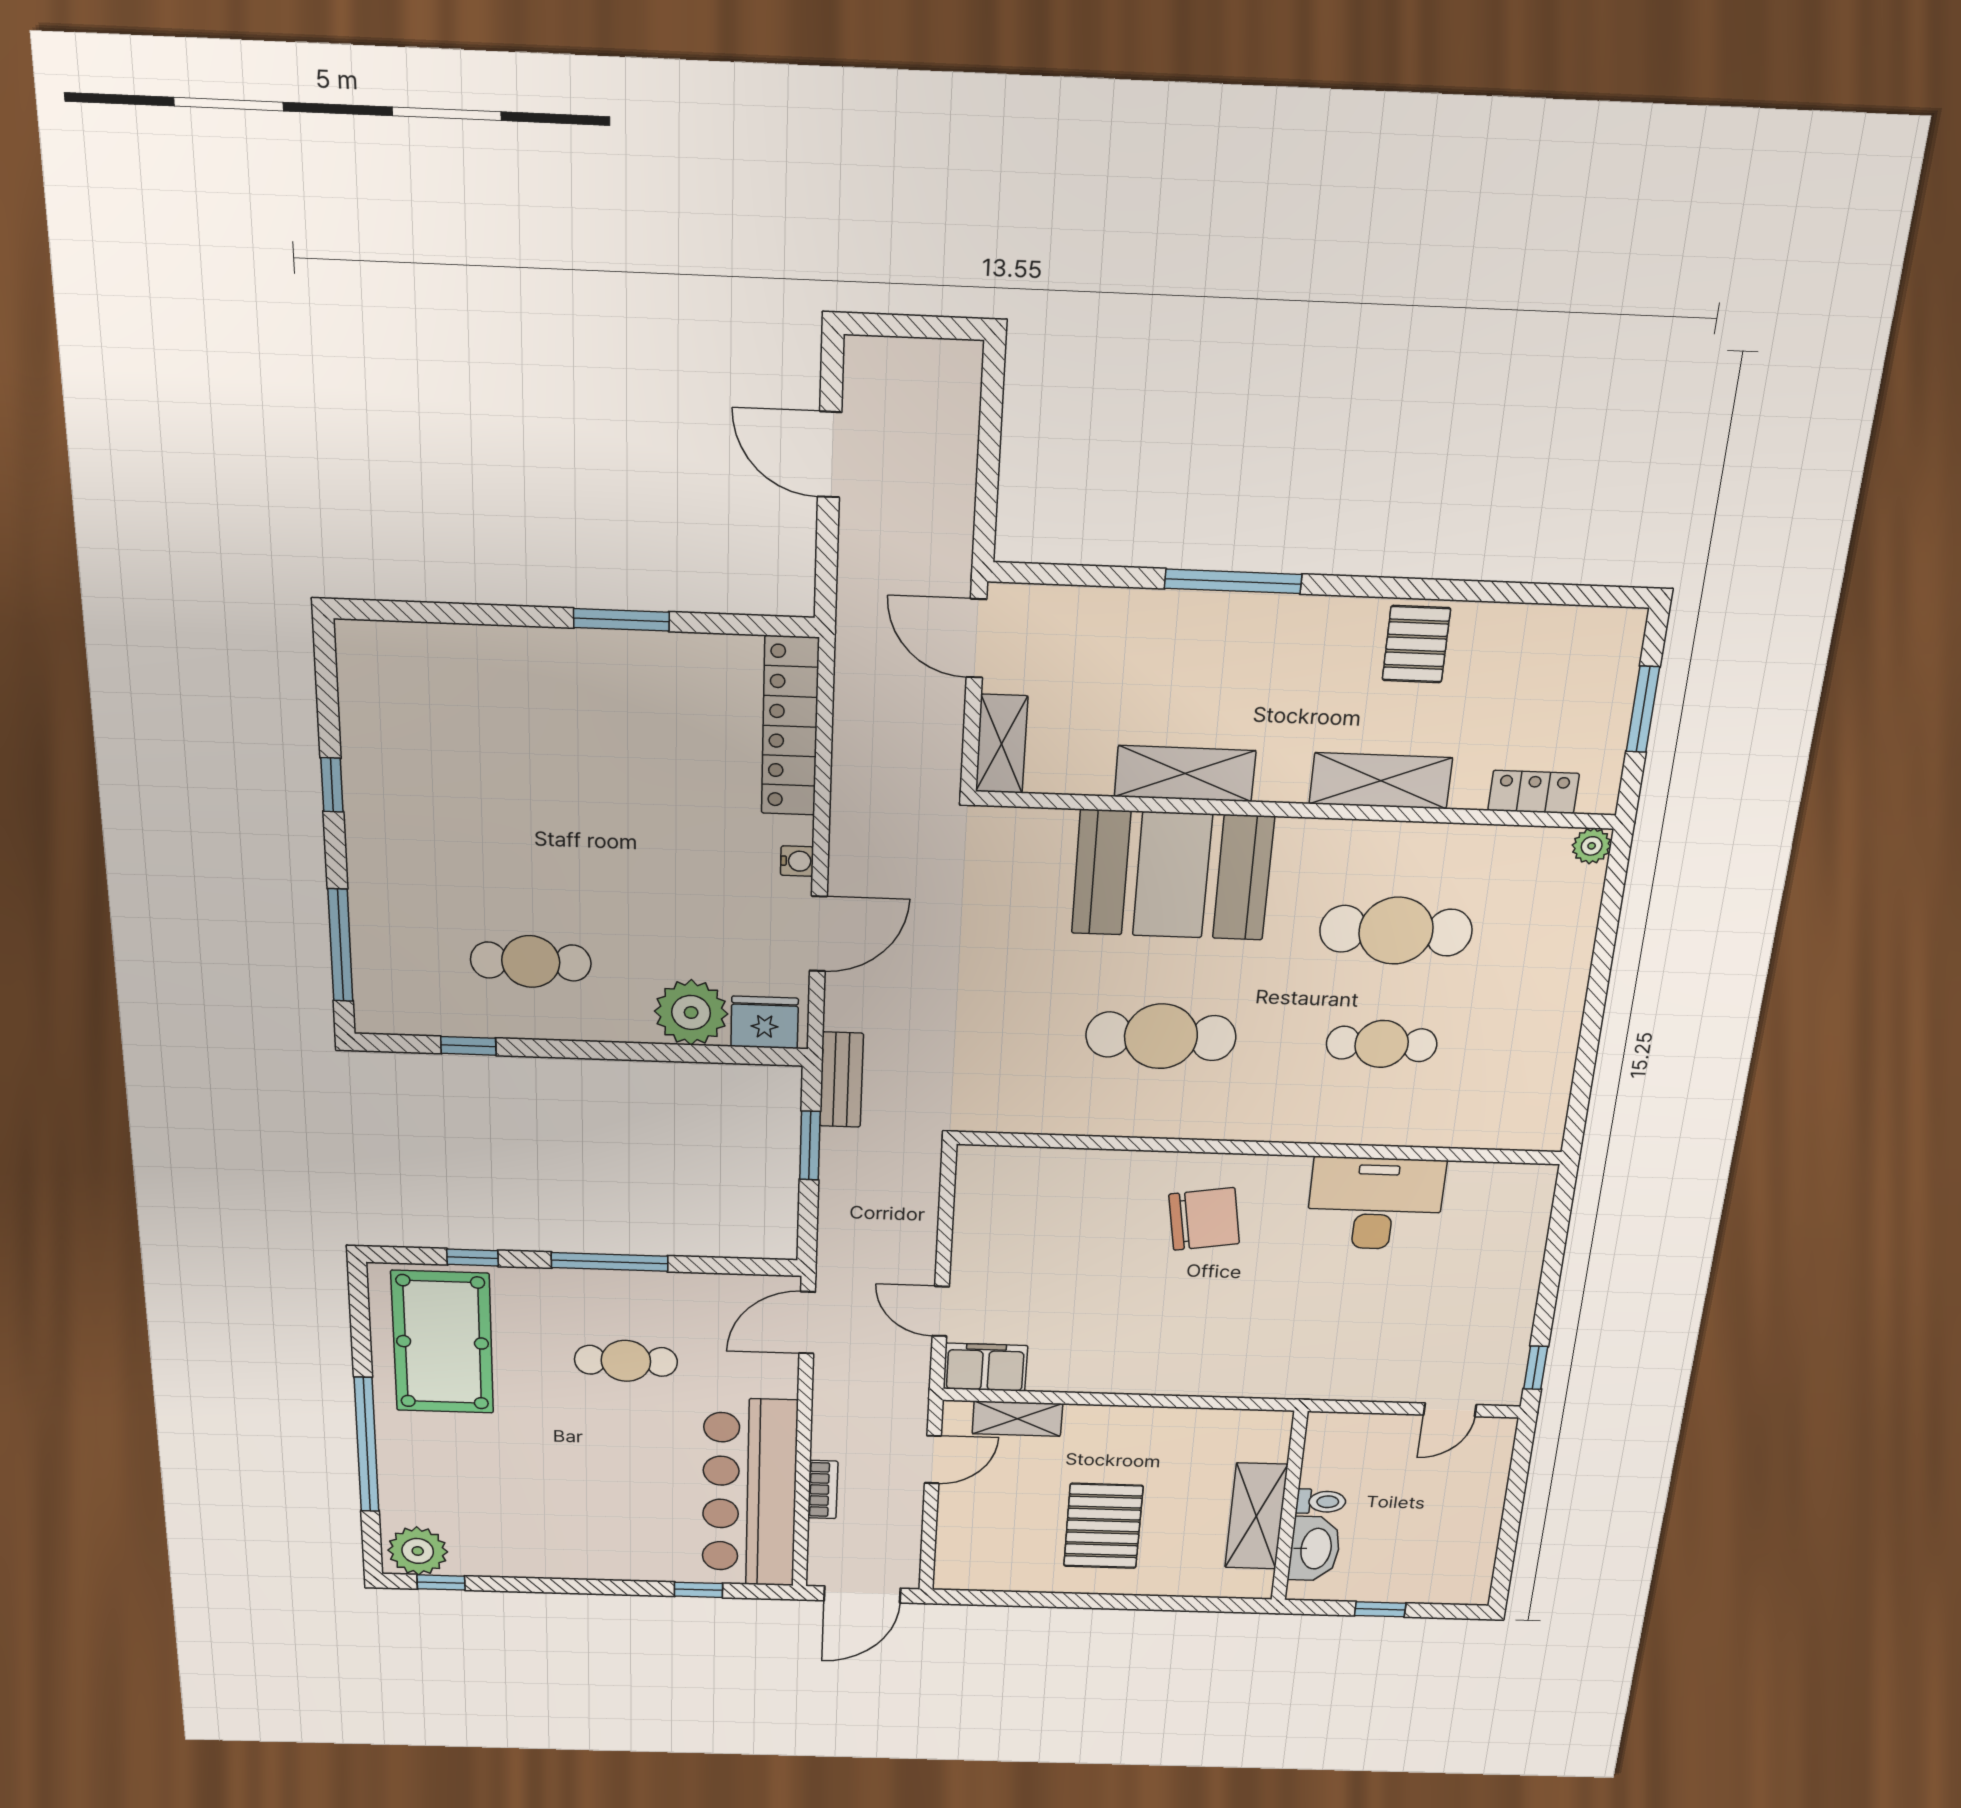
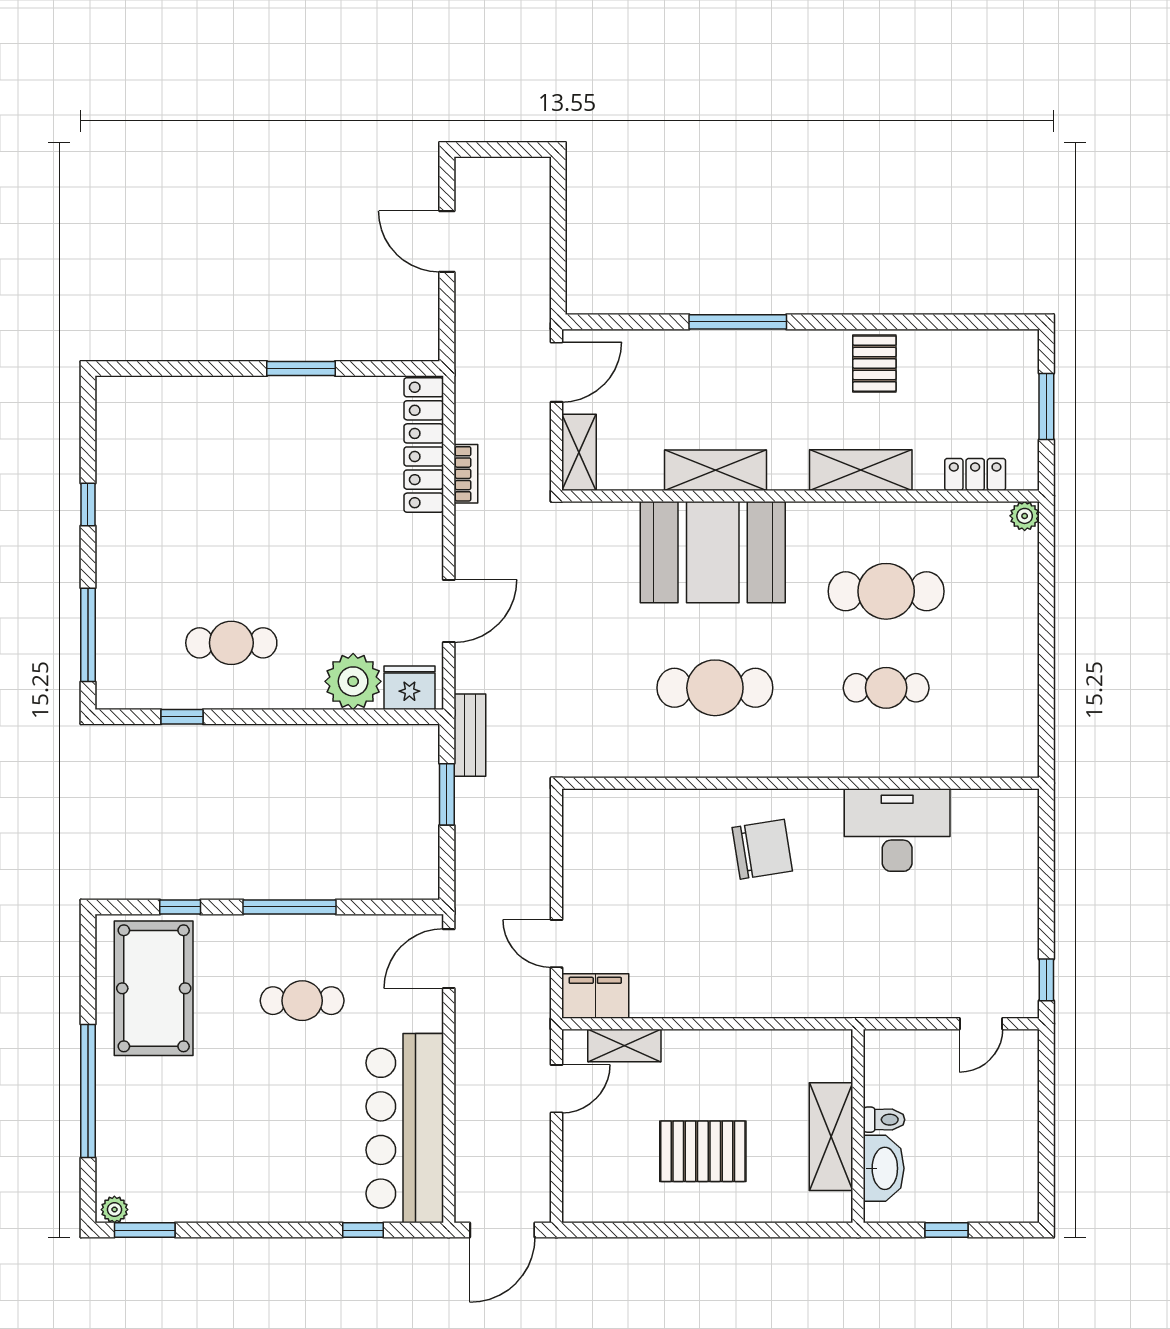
door: (976, 638) -> (556, 372), swing flipped
water cooler: (797, 861) -> (431, 552), removed
bookcase: (823, 1490) -> (466, 474), moved
pallet: (1103, 1526) -> (703, 1151), turned 90
plant: (418, 1551) -> (114, 1210), width x0.53, depth x0.53
window: (441, 1582) -> (145, 1230), width x1.50

